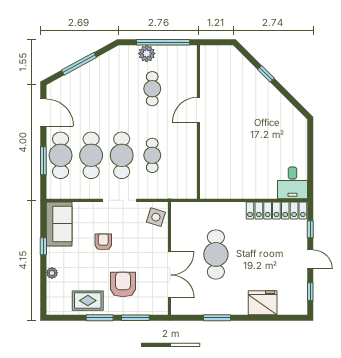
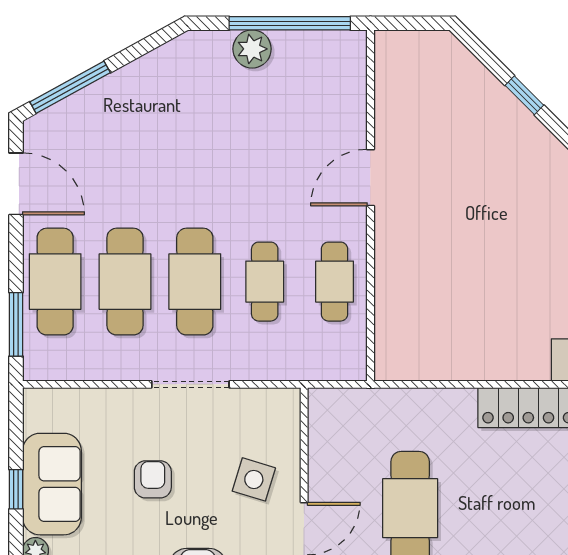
window: (79, 64) -> (70, 87), moved
cafe table: (152, 89) -> (335, 282), moved
window: (43, 161) -> (16, 324), moved
side table: (156, 217) -> (254, 479), moved
sofa: (59, 224) -> (52, 484), moved

